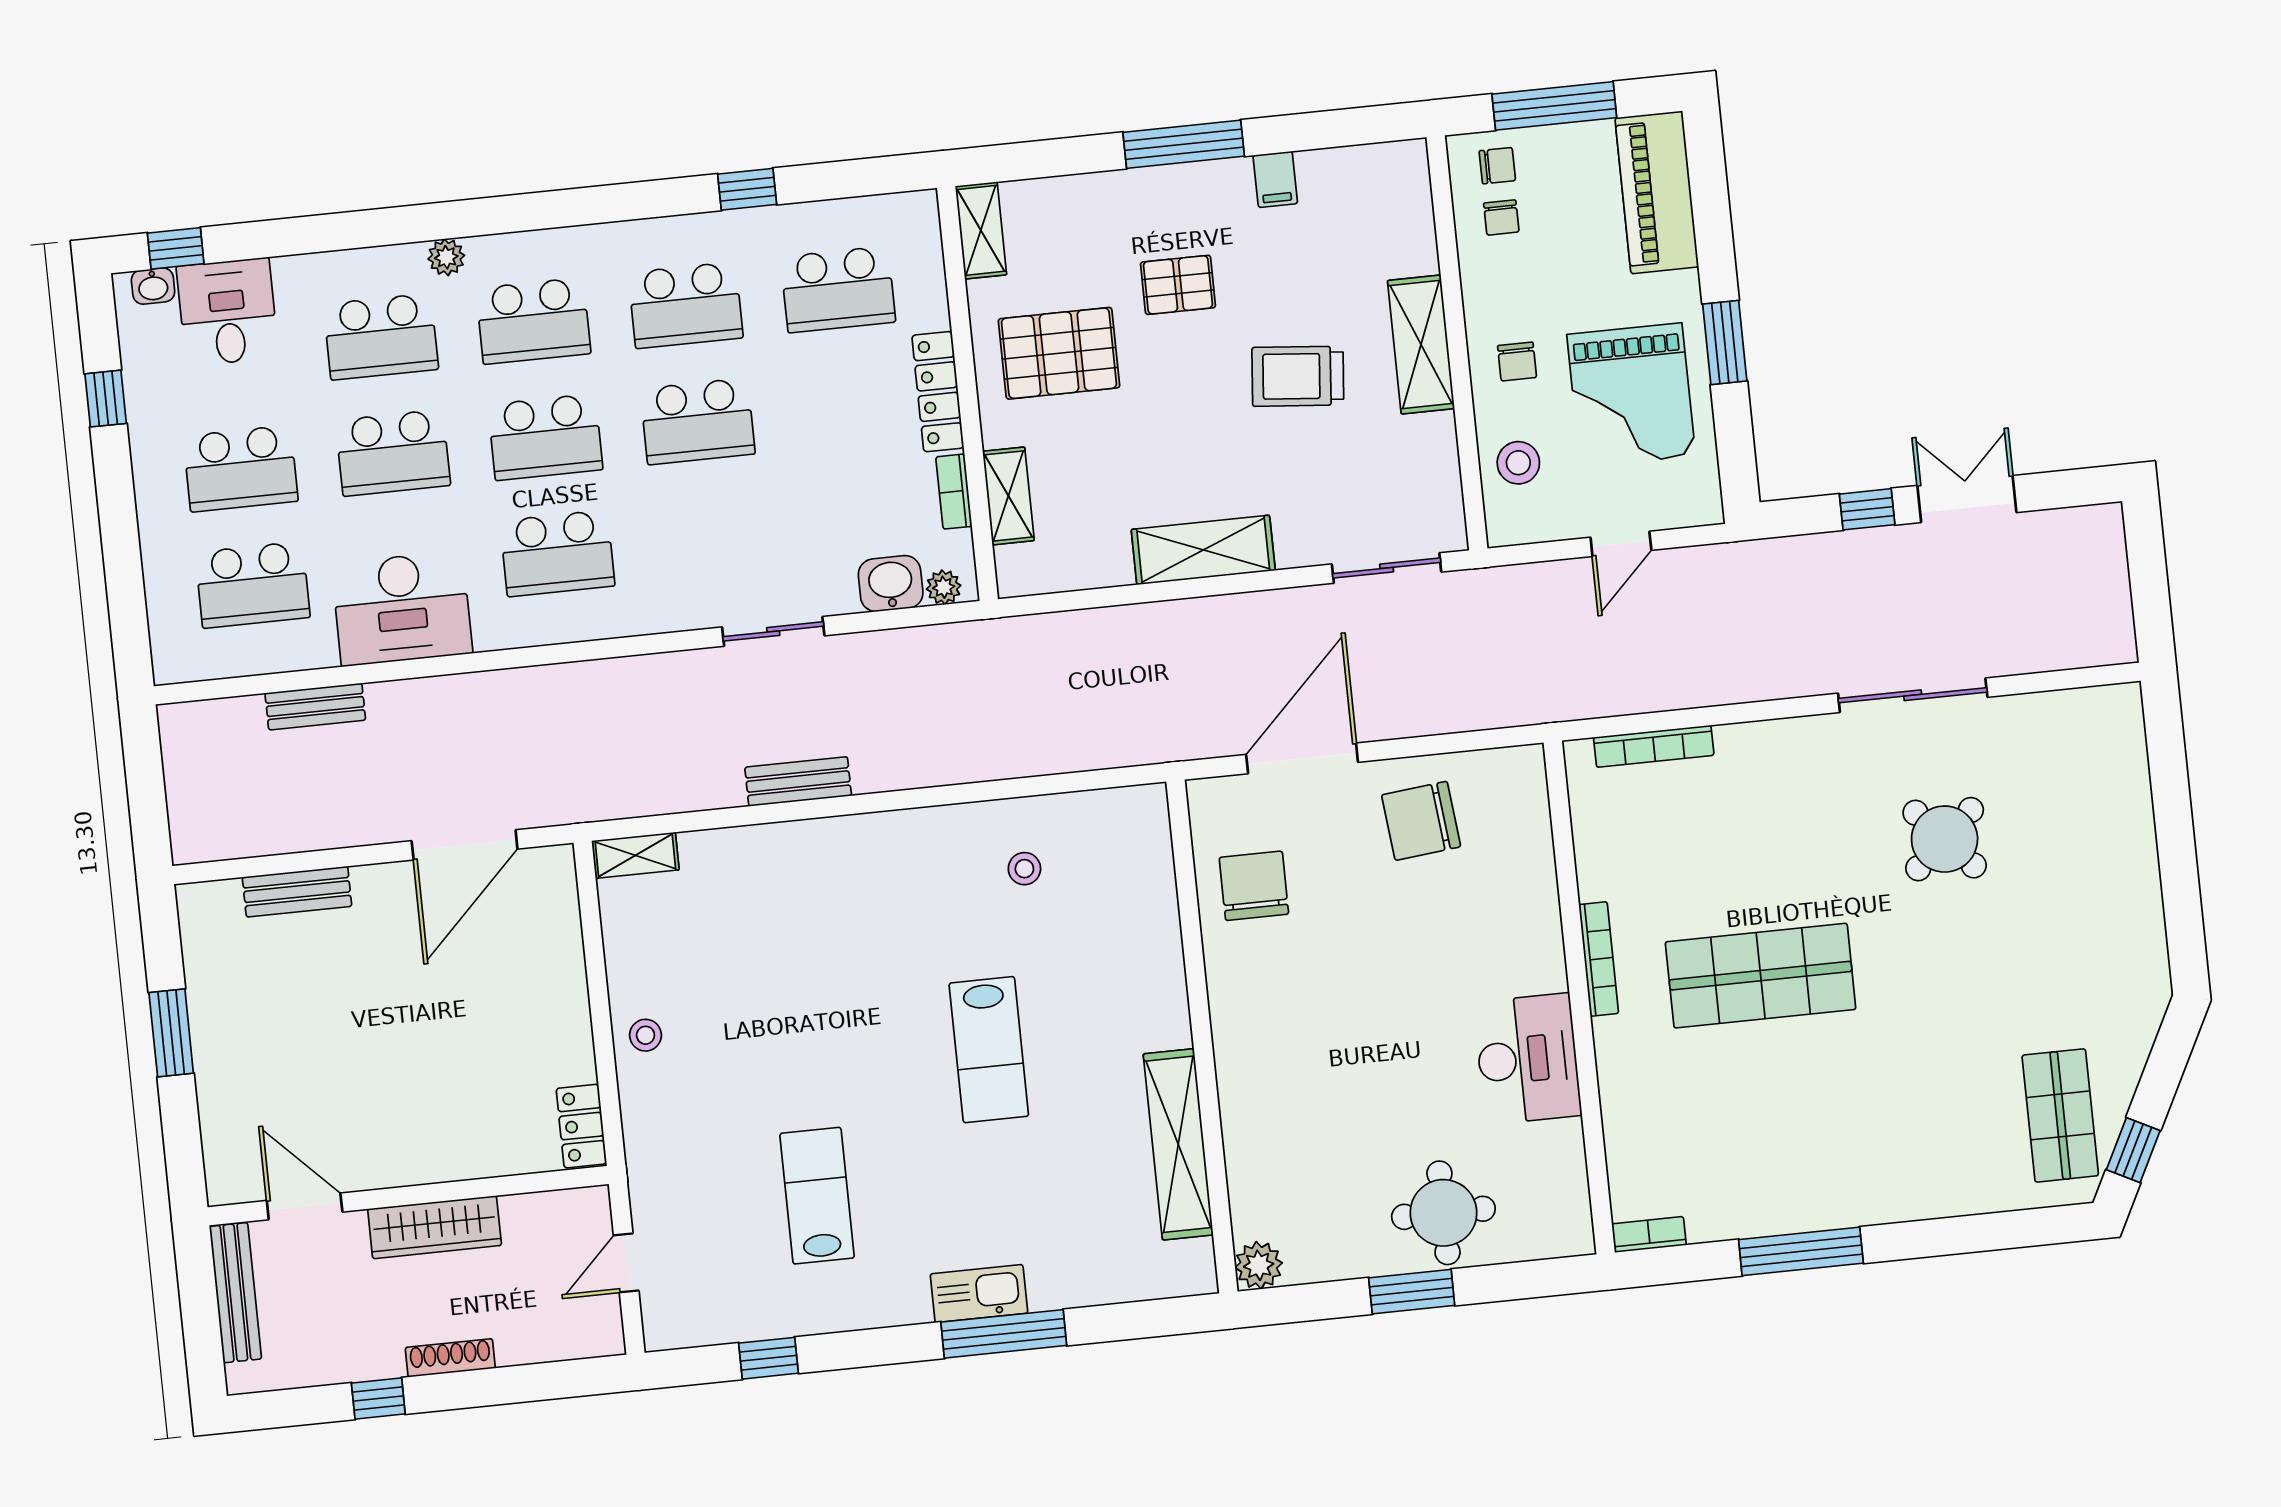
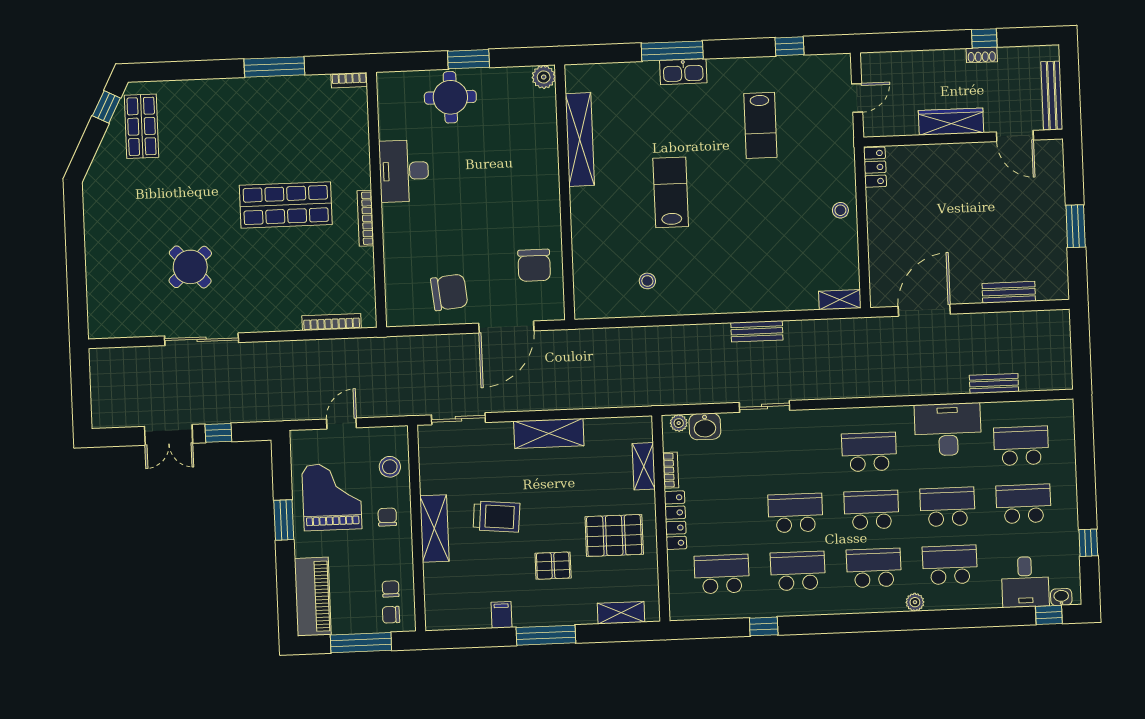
shelving: (981, 230) -> (621, 613), moved, turned 90
shoe rack: (450, 1358) -> (982, 55), moved, width x0.70

